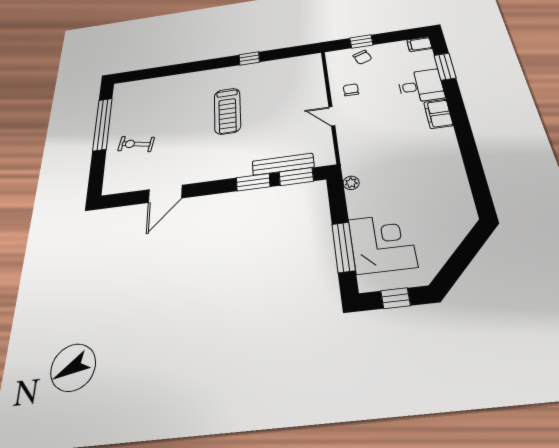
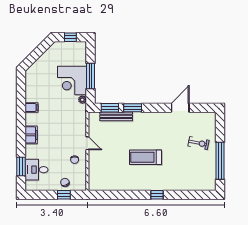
filing cabinet: (419, 44) -> (31, 107), moved
window: (249, 58) -> (157, 195), moved
desk: (421, 86) -> (36, 170), moved
treadmill: (227, 111) -> (146, 157), turned -90
corner desk: (382, 243) -> (72, 81), moved
window: (344, 247) -> (90, 76), moved

